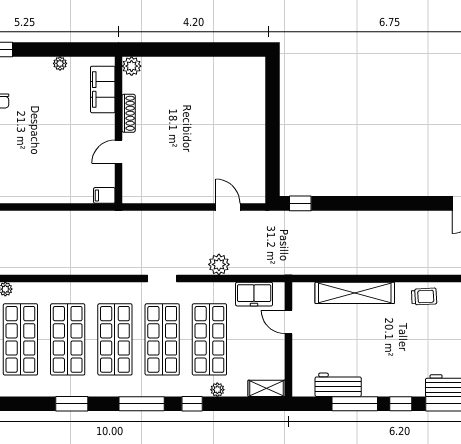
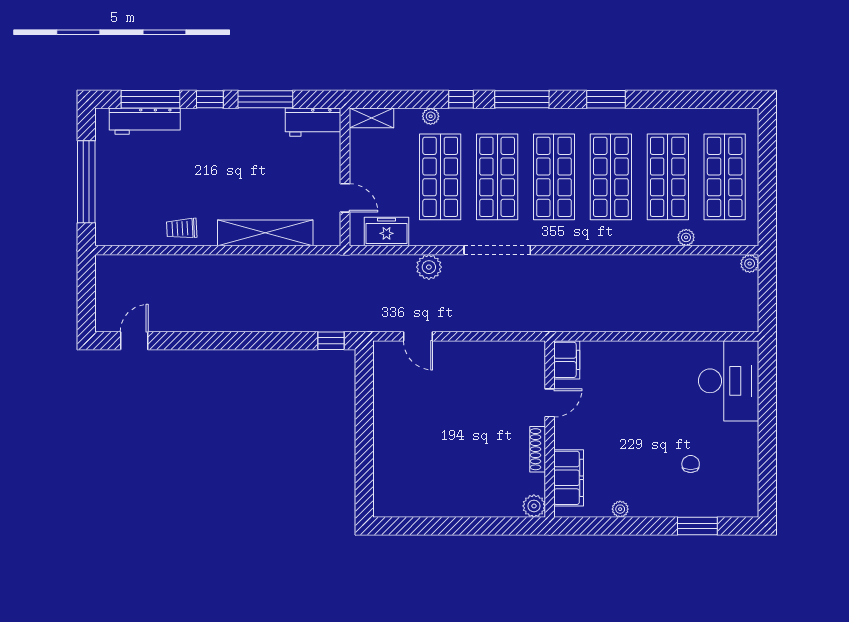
filing cabinet: (104, 195) -> (567, 360), width x2.00
doorway: (162, 279) -> (497, 250), width x1.88
workbench: (338, 385) -> (313, 122), moved

